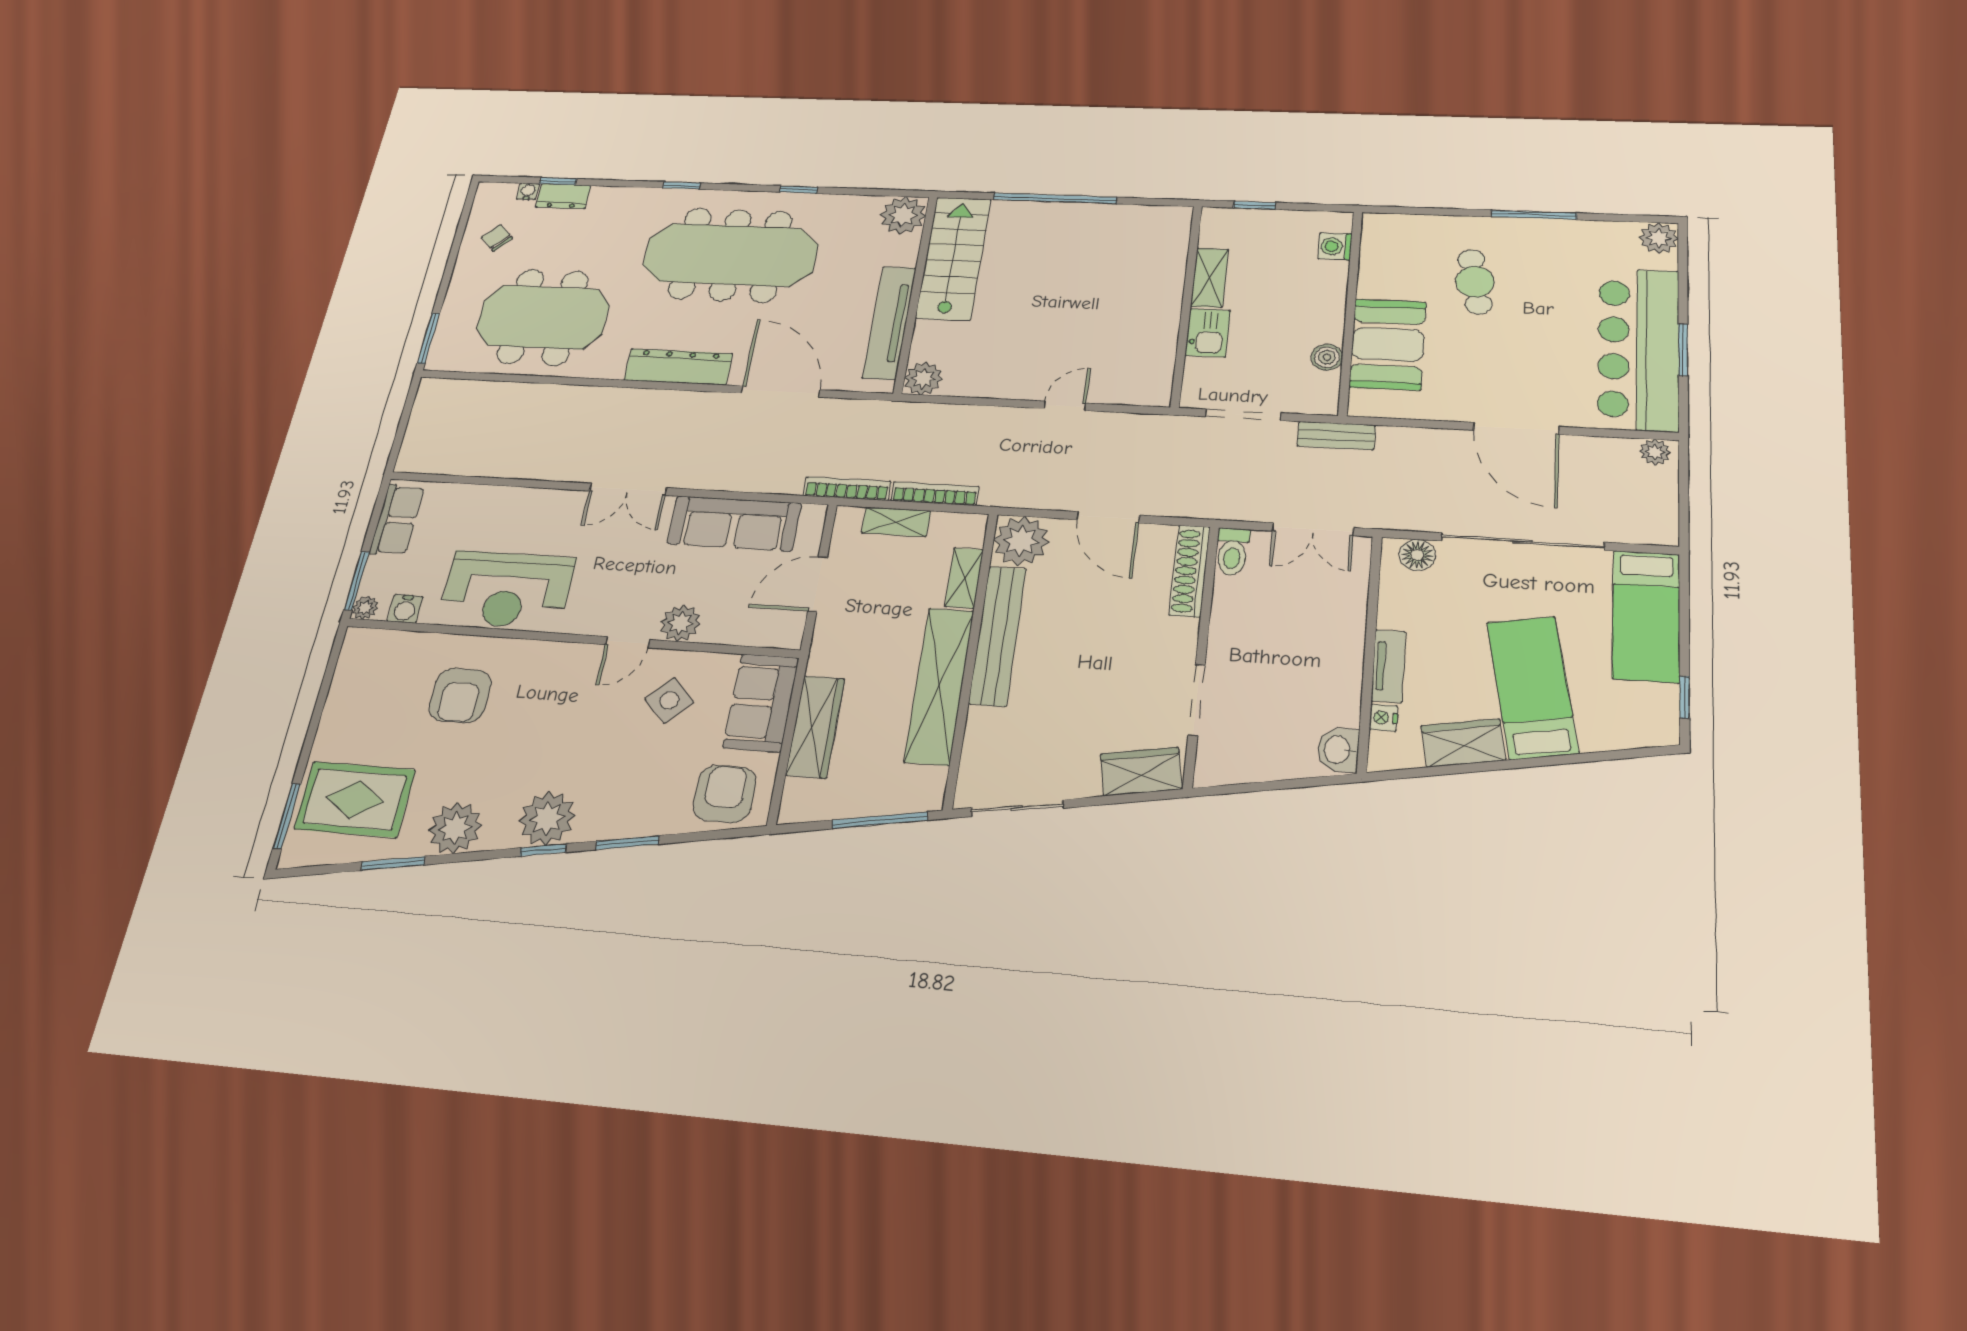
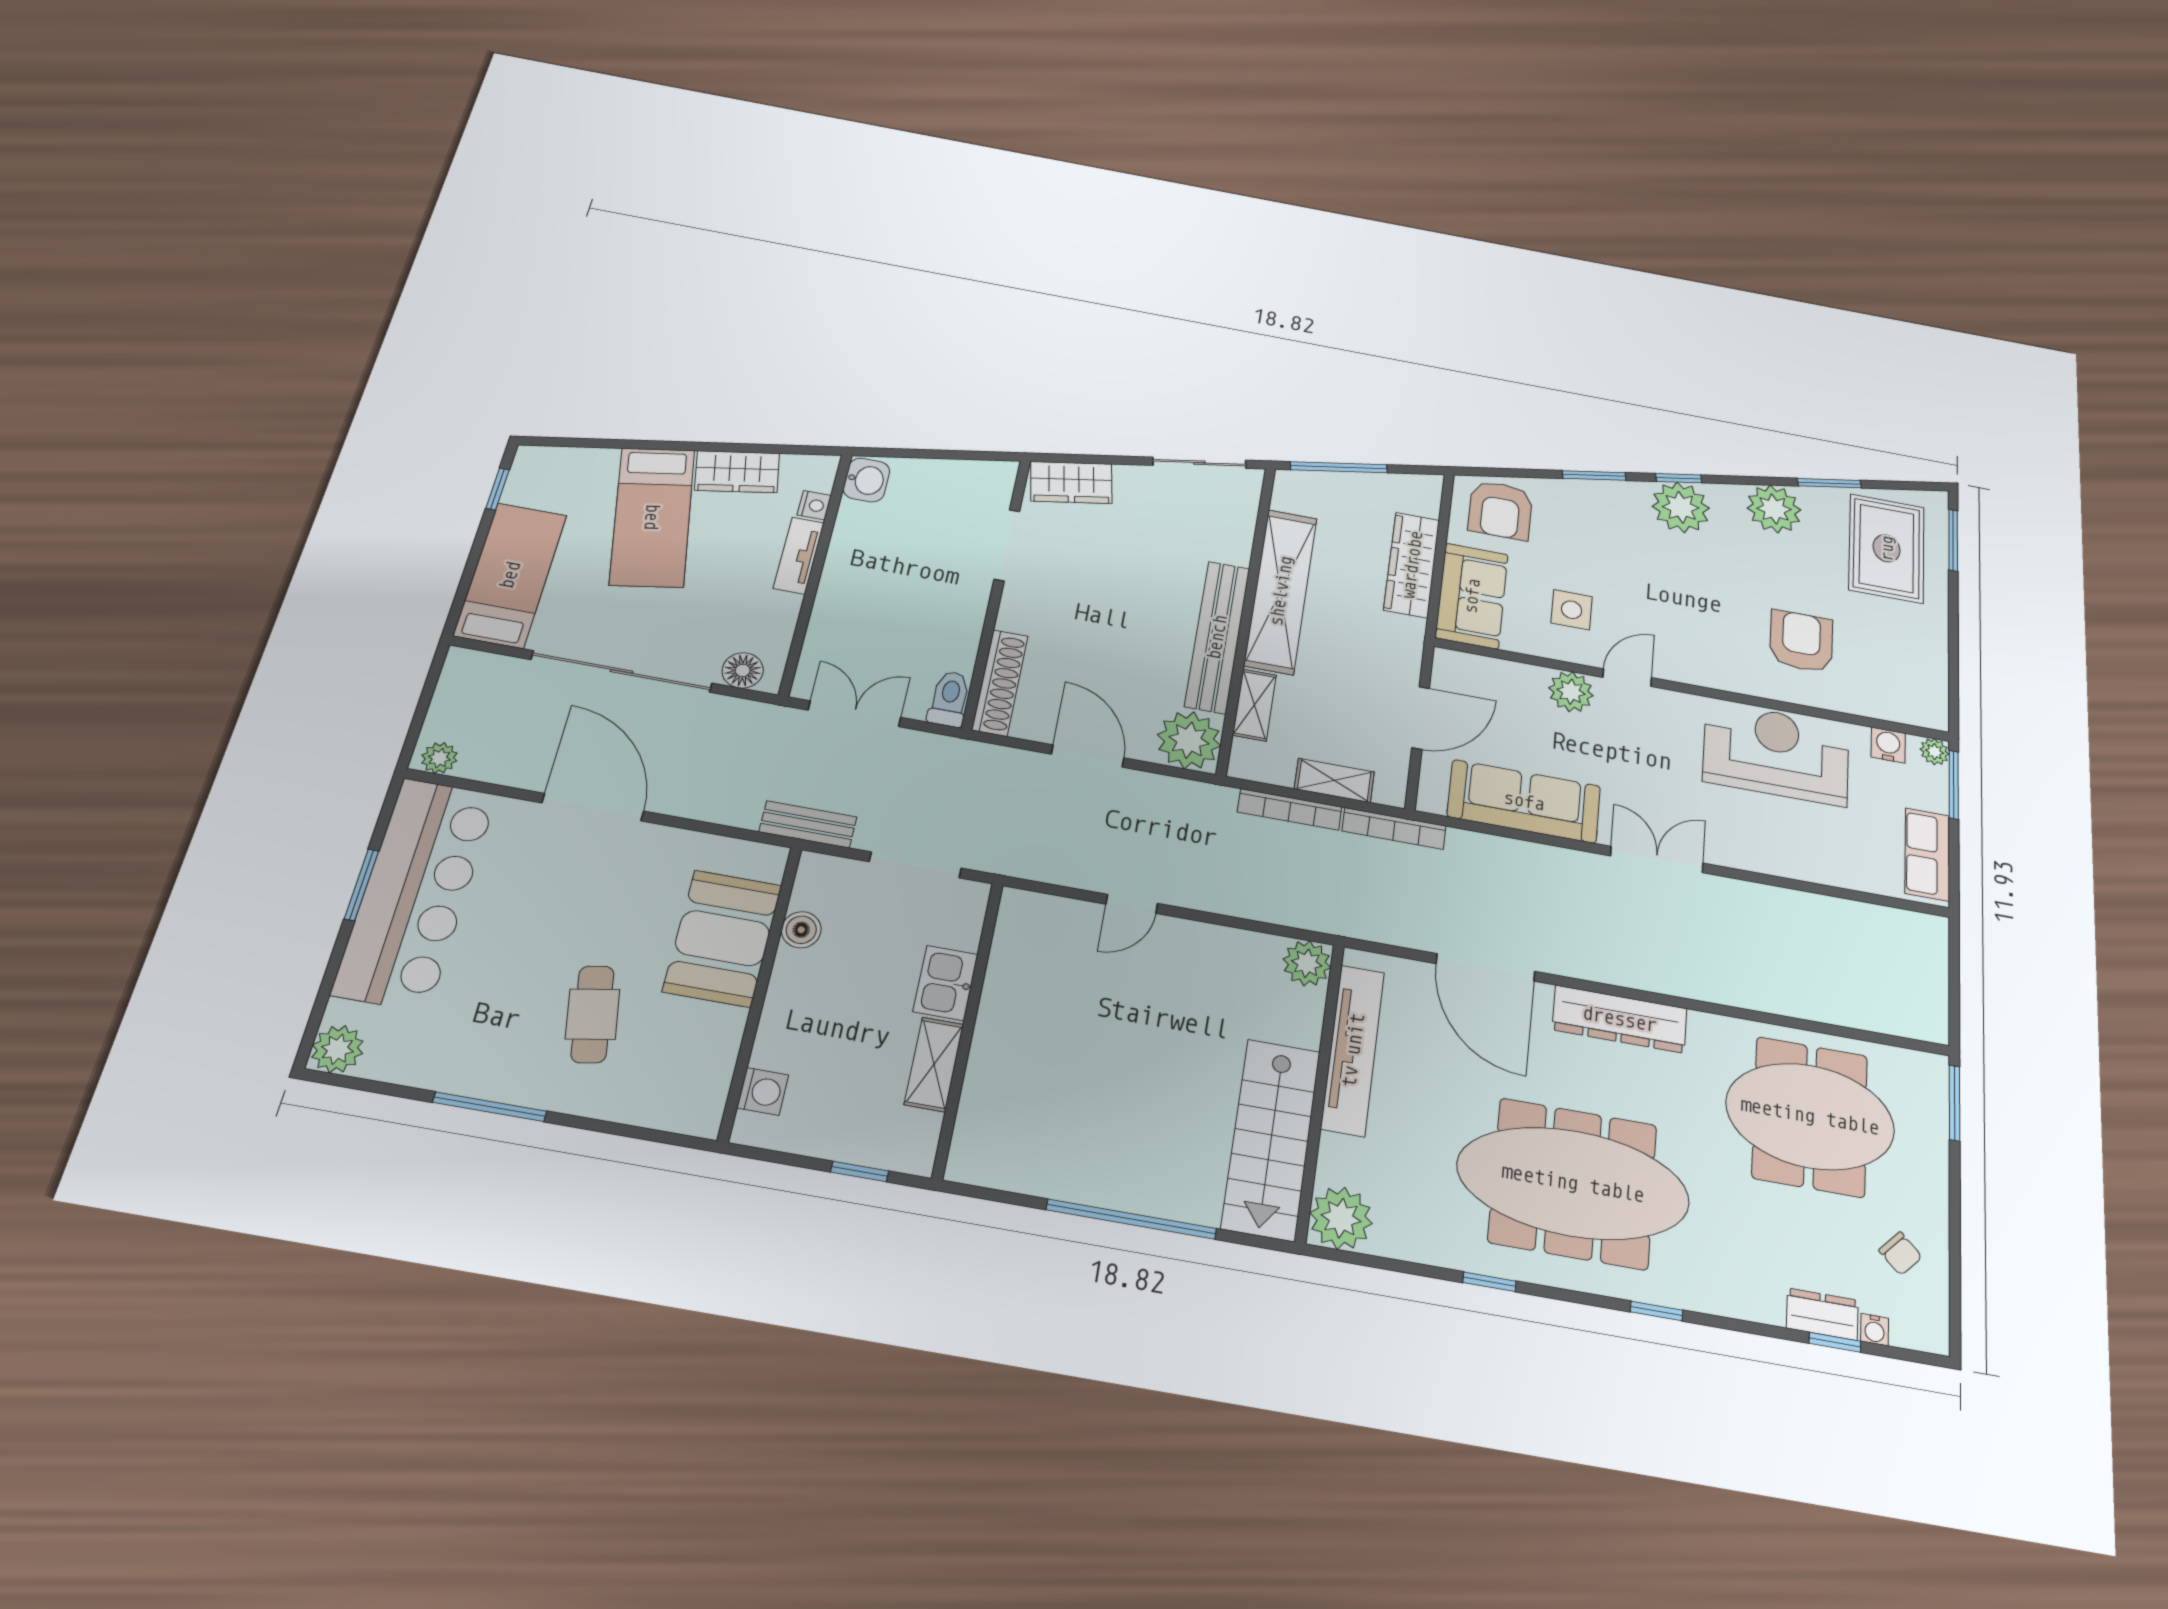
side table: (669, 700) -> (1572, 610), turned 45
rug: (355, 799) -> (1887, 548), turned 90

